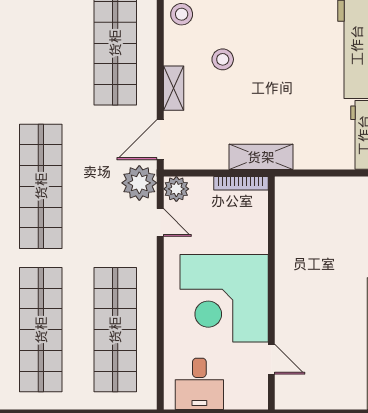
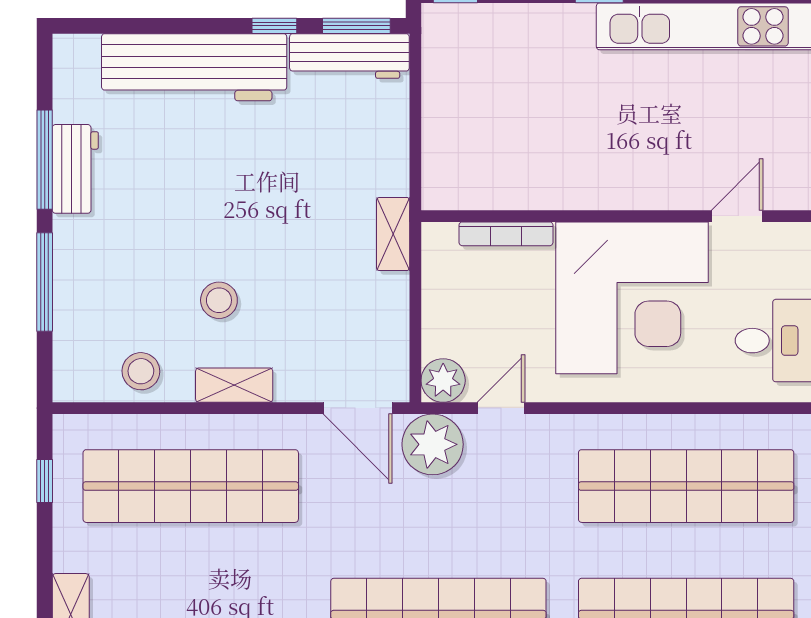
shelving: (174, 88) -> (234, 385), moved
shelving: (261, 157) -> (393, 234), width x0.67, depth x0.75
bookcase: (241, 183) -> (506, 234), moved, turned 90

